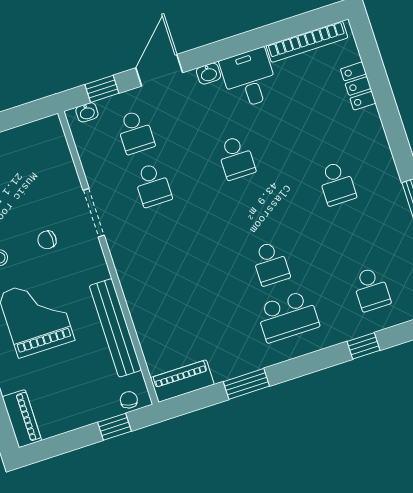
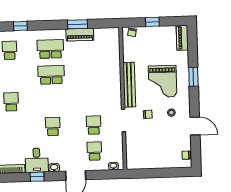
window: (102, 89) -> (37, 177), moved
school desk: (270, 264) -> (51, 75), width x1.85
bench: (115, 328) -> (129, 85), moved
piano: (182, 381) -> (80, 35), moved
window: (114, 427) -> (152, 22), moved

